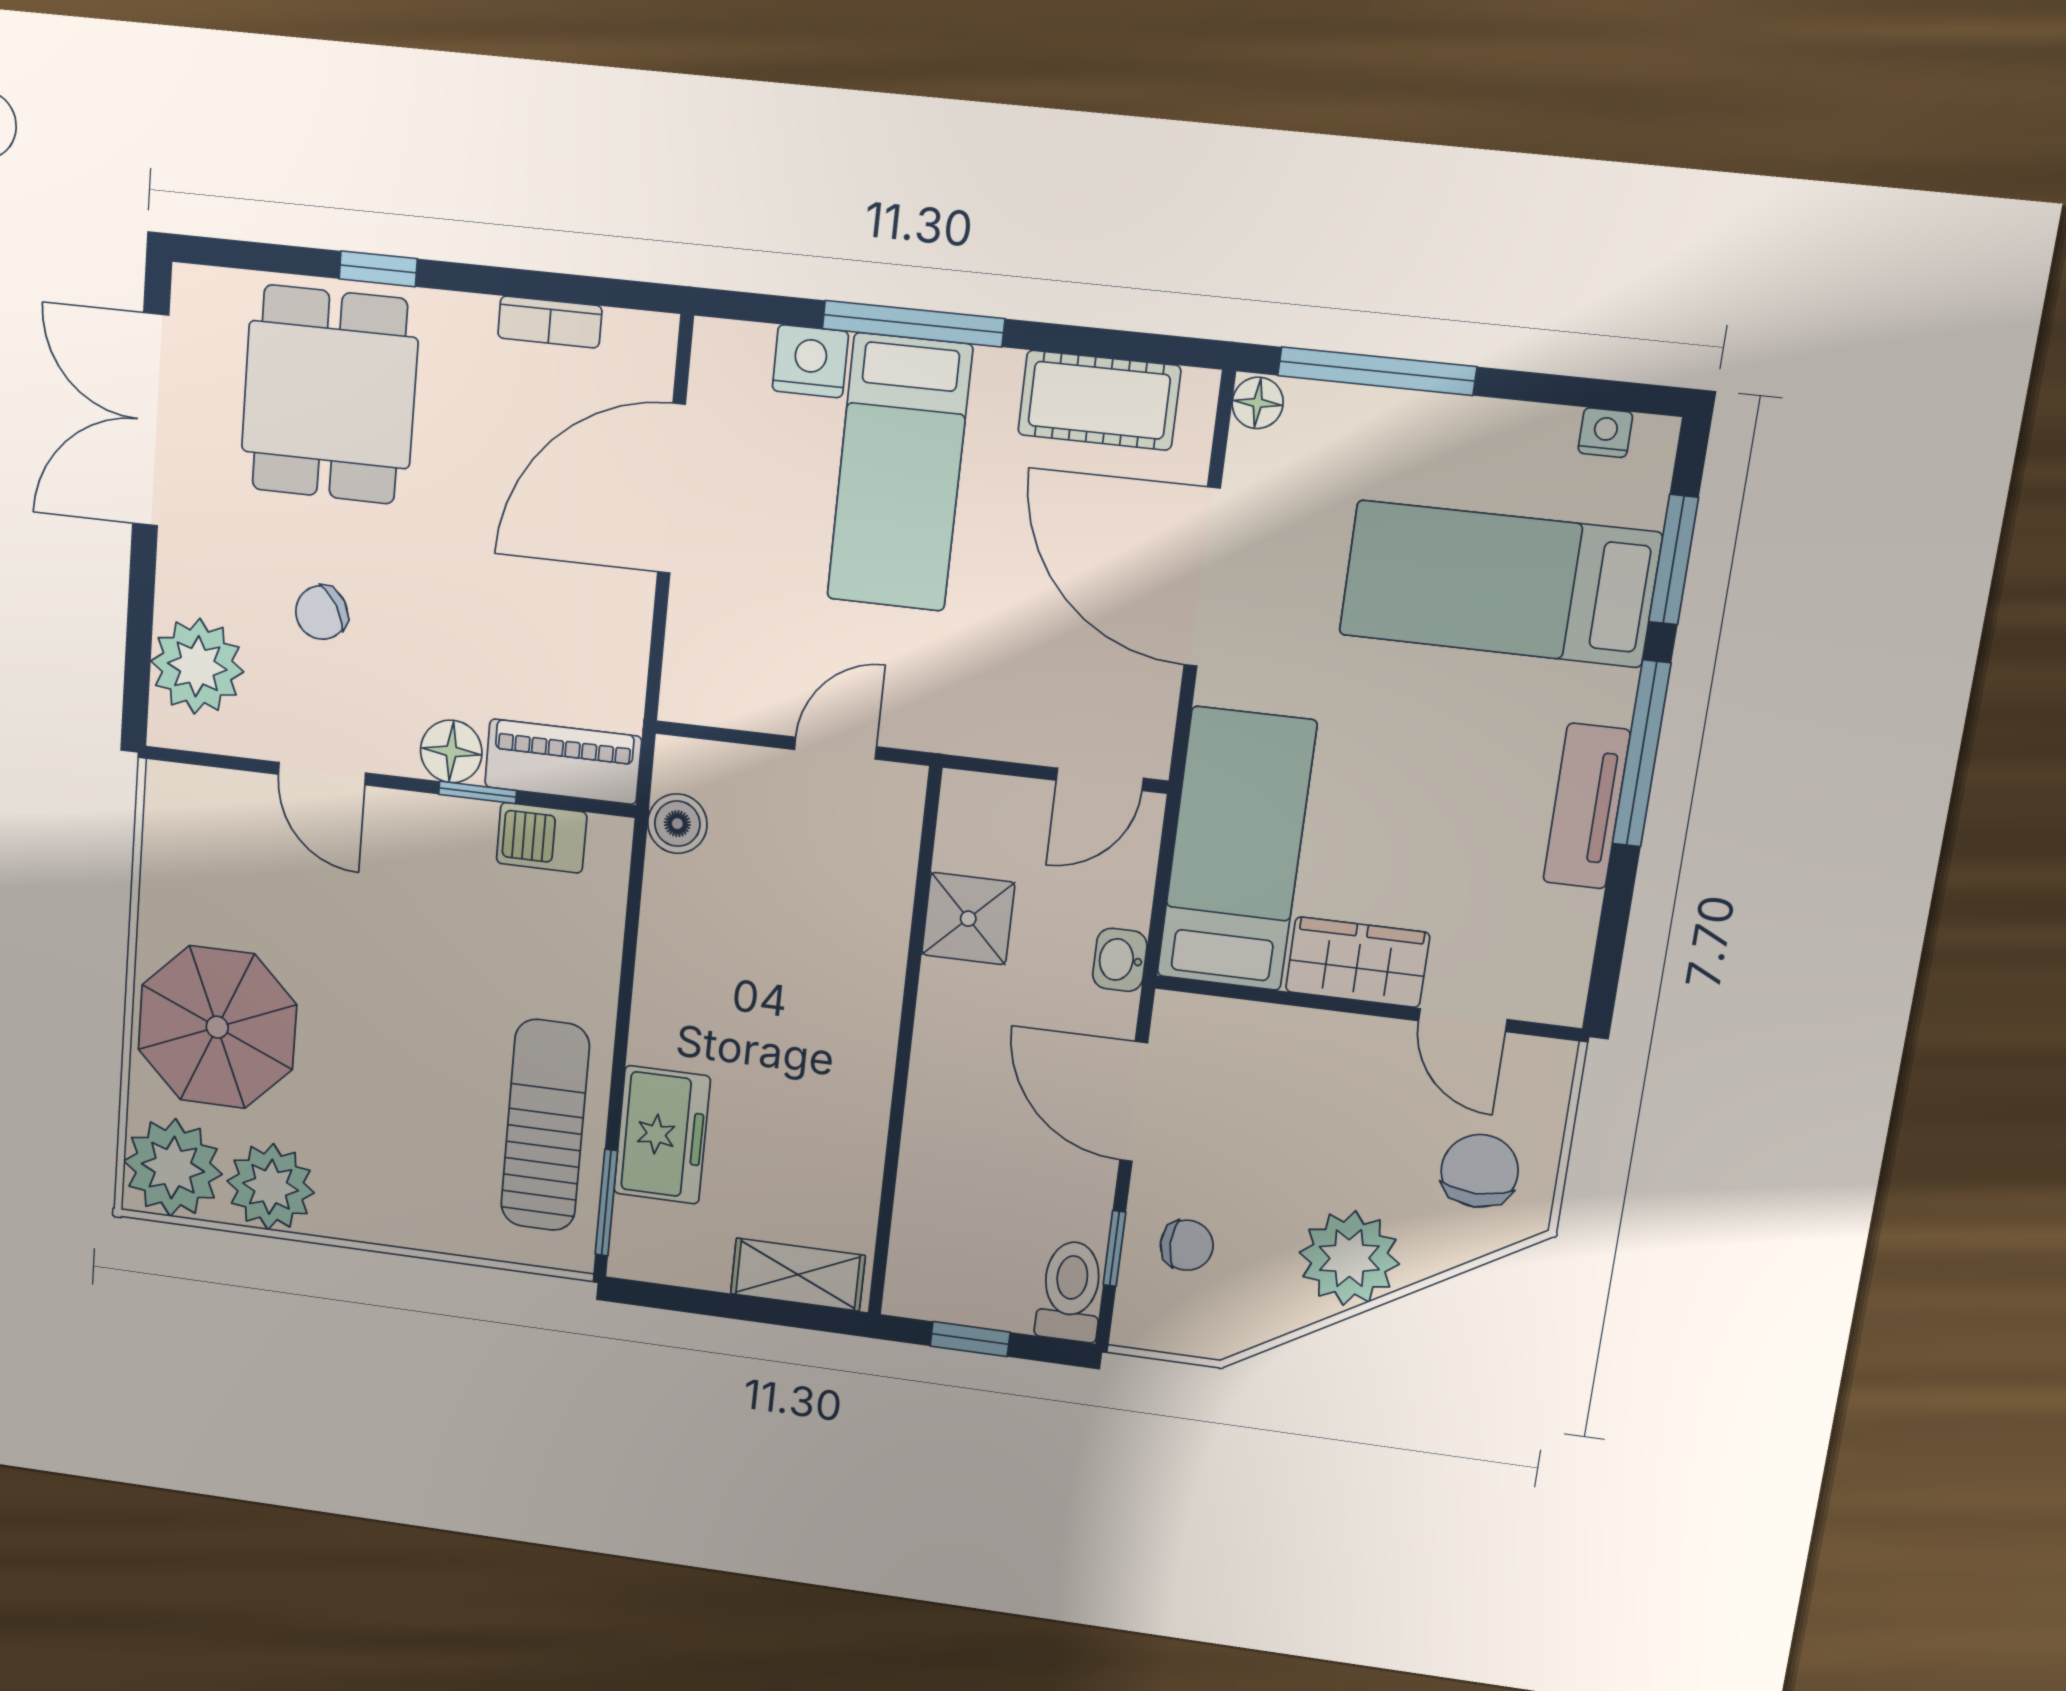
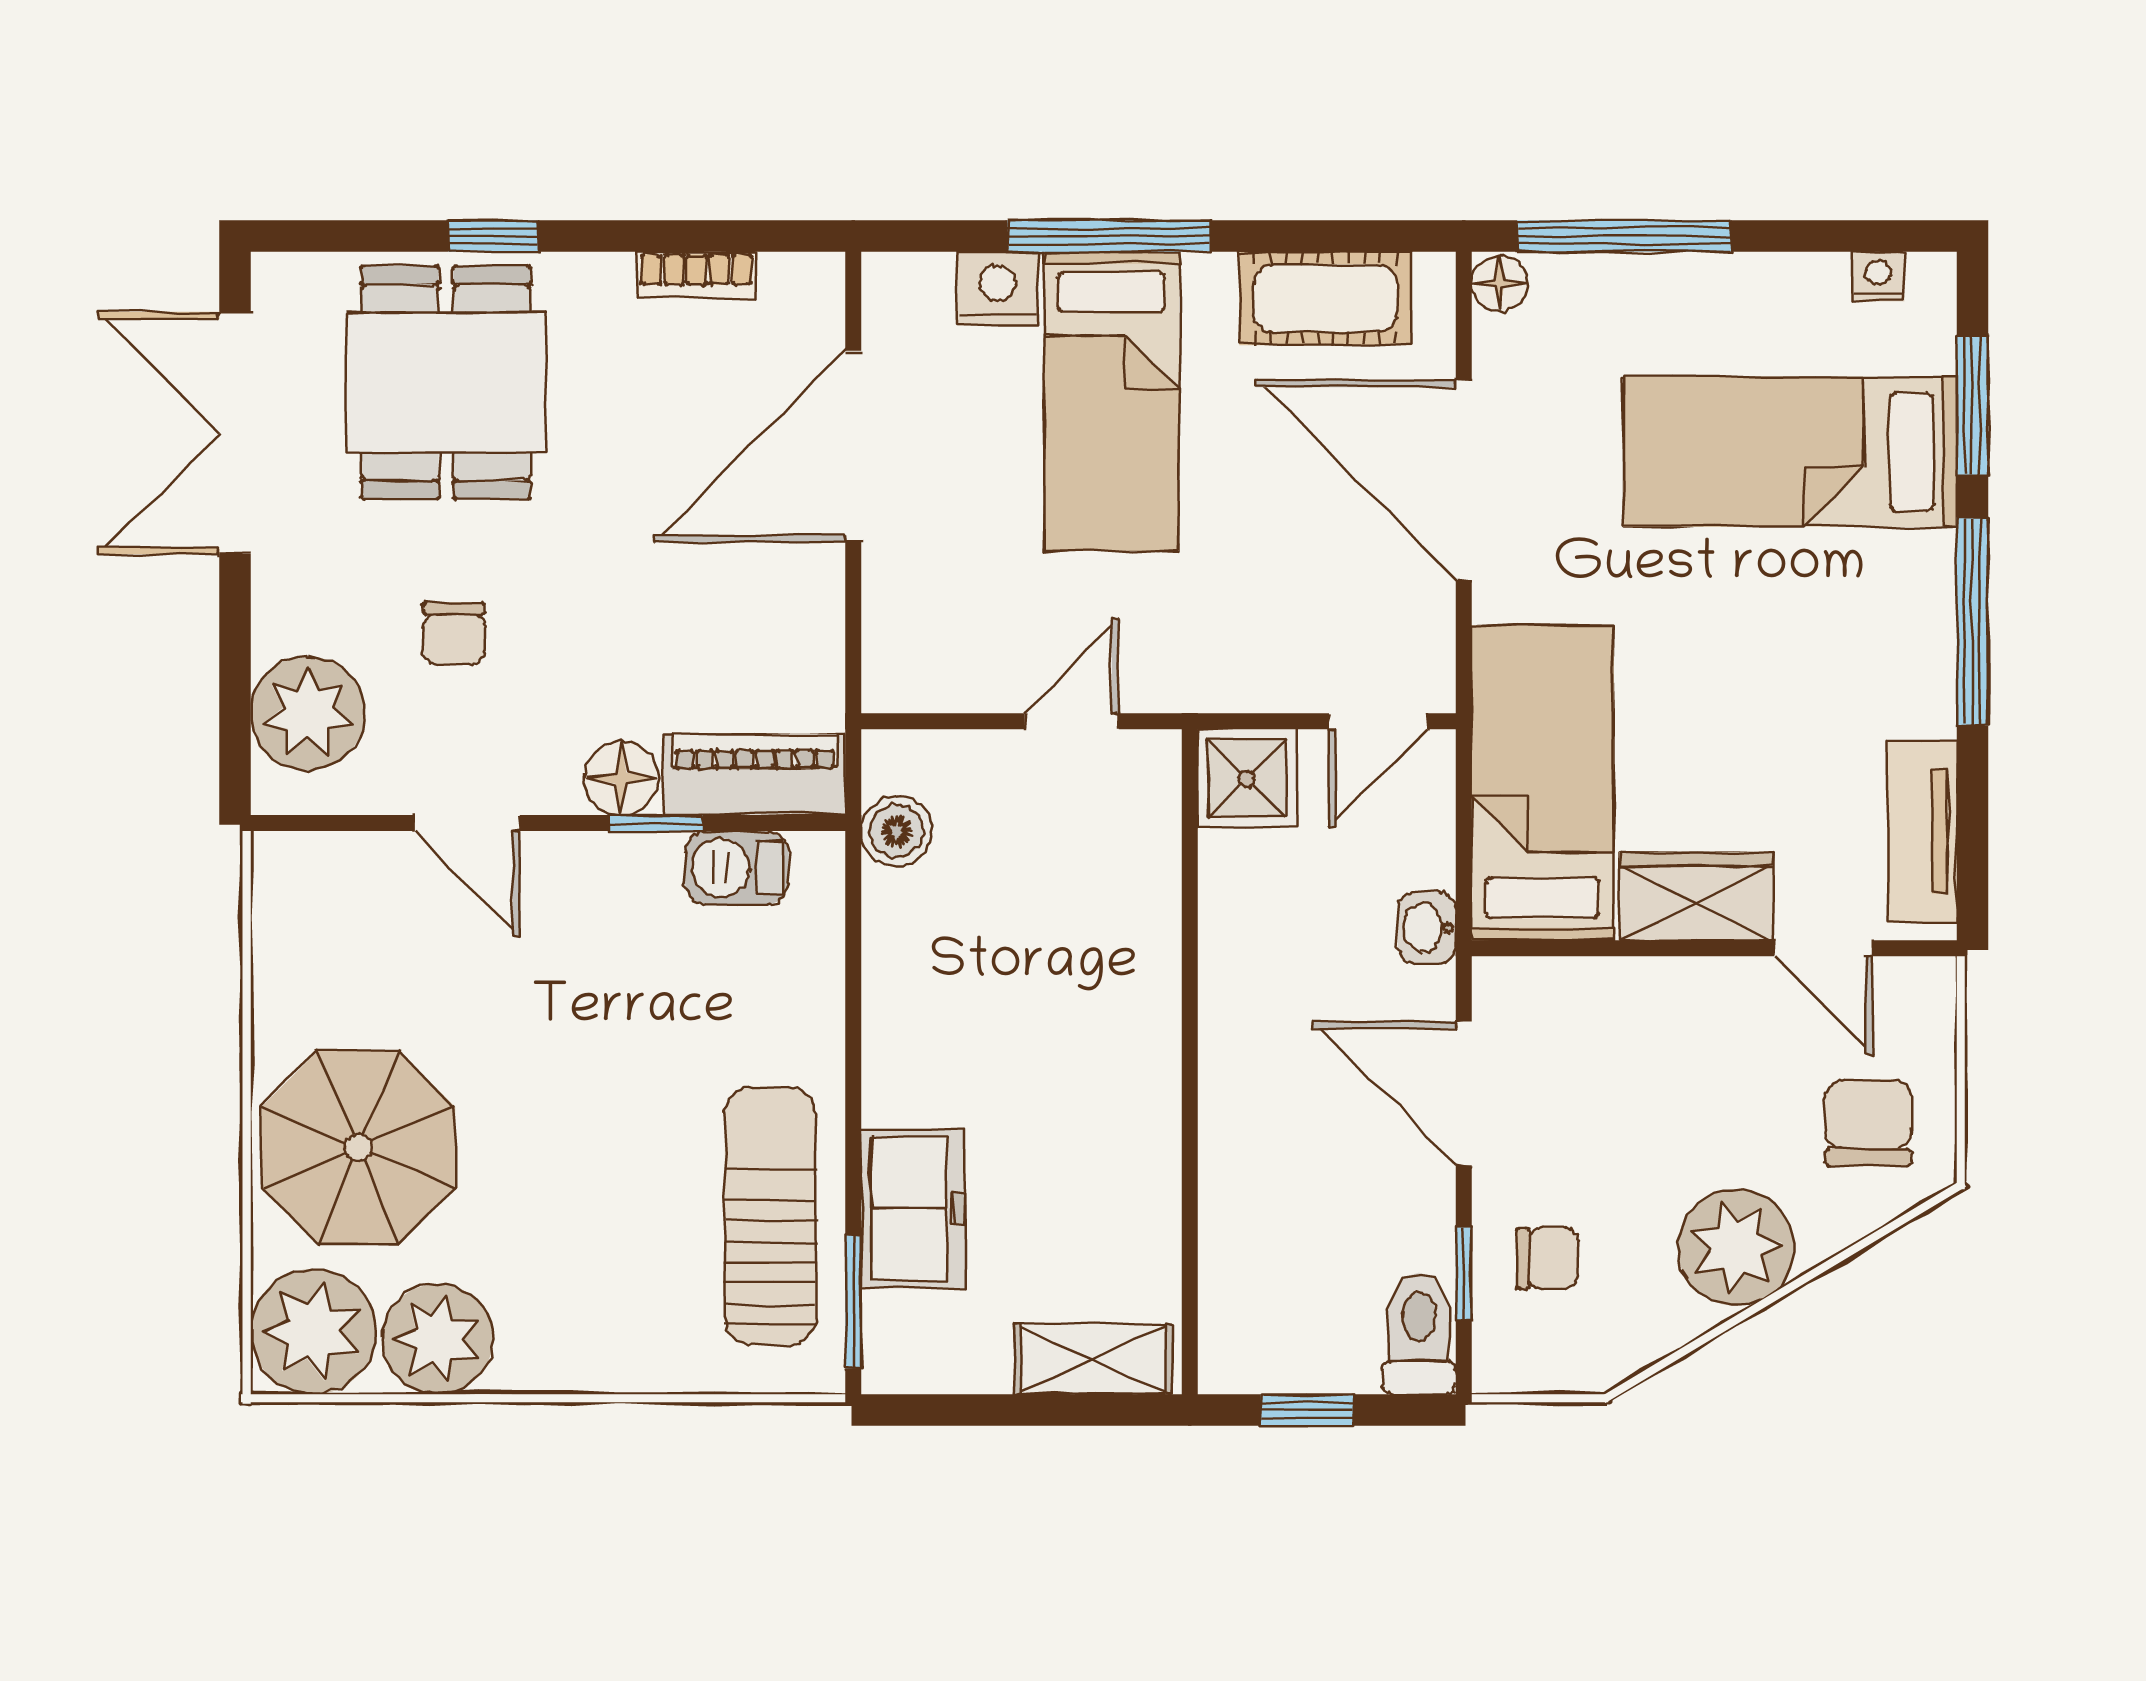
chair: (322, 613) -> (454, 633), turned -59
tv unit: (1586, 806) -> (1922, 832), moved
shower: (968, 919) -> (1247, 778), moved

